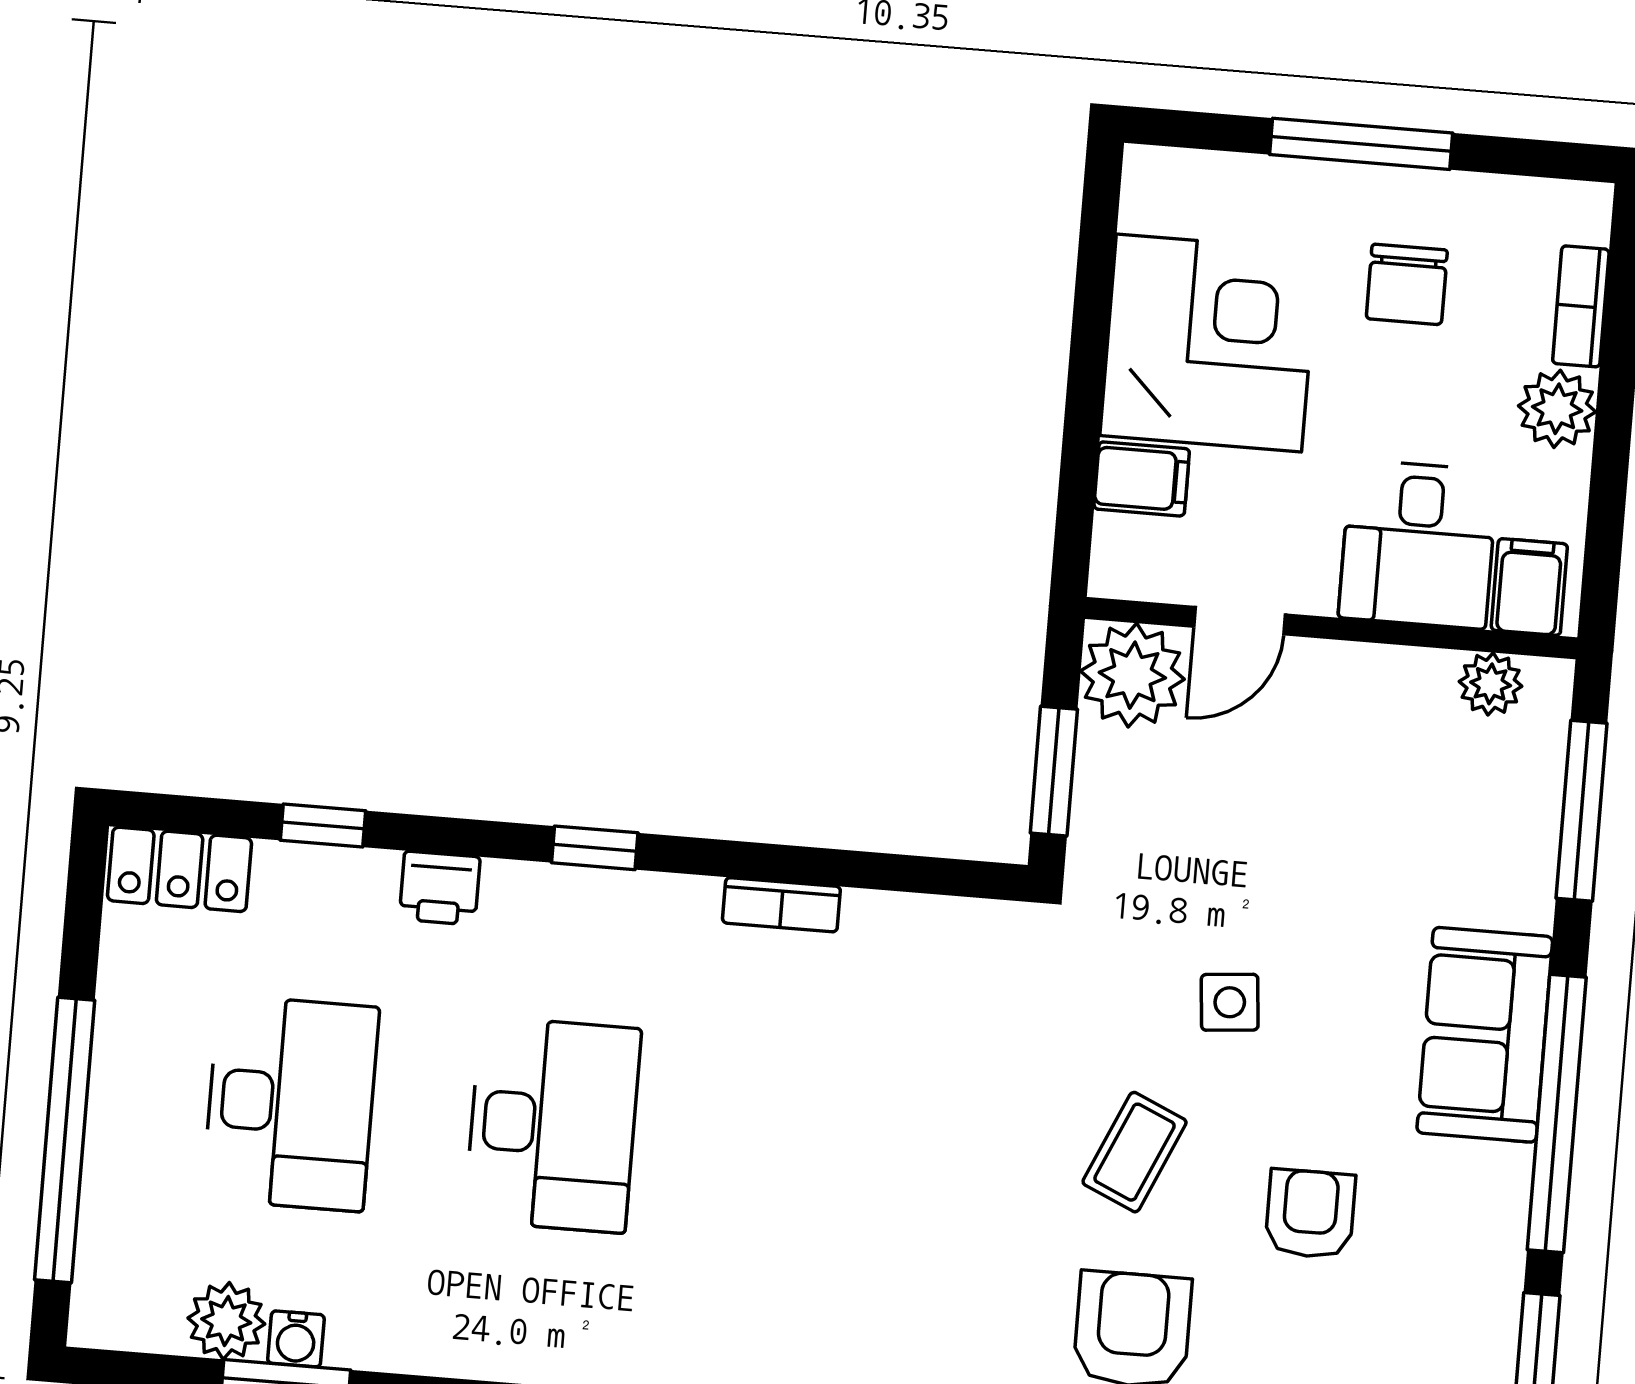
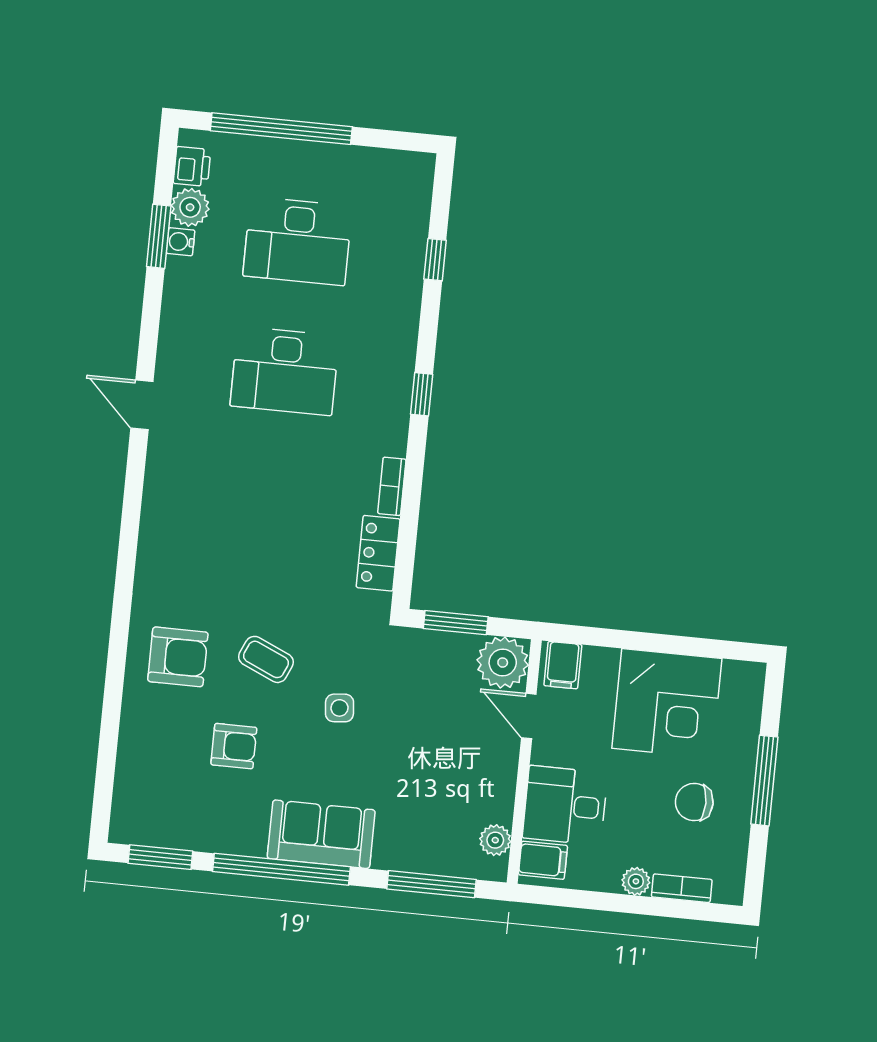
plant: (1557, 409) -> (636, 881), width x0.73, depth x0.73
filing cabinet: (1142, 479) -> (563, 665), moved
locker: (180, 869) -> (378, 553), moved
printer: (440, 888) -> (192, 166), moved, turned 180

